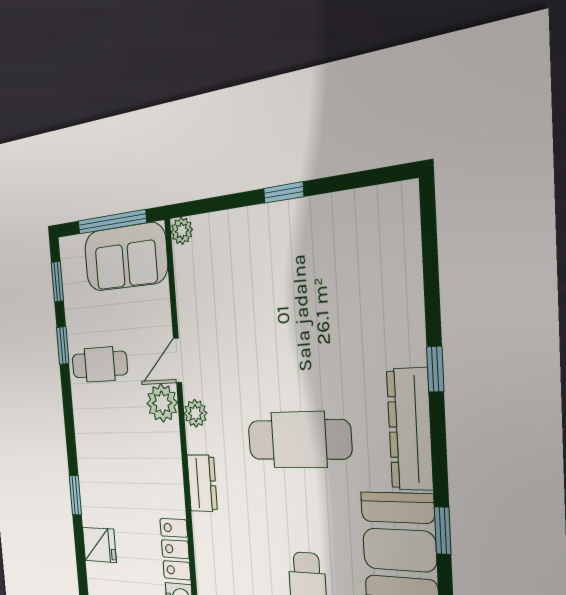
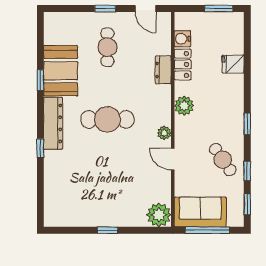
plant: (182, 231) -> (159, 215), width x1.88, depth x1.88
door: (177, 360) -> (173, 159), swing flipped
cafe table: (100, 364) -> (223, 160), turned 55
plant: (162, 403) -> (184, 106), moved
dresser: (202, 483) -> (163, 70), moved
window: (75, 495) -> (247, 124), moved

